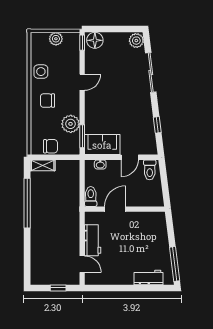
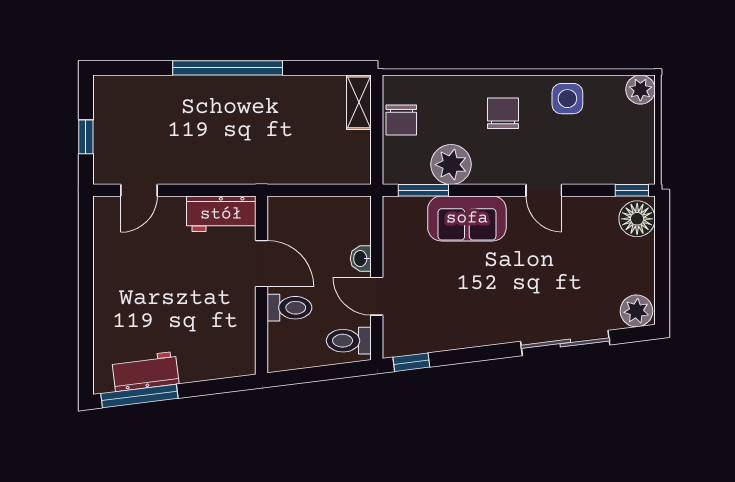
plant: (56, 39) -> (640, 90), moved
window: (157, 125) -> (411, 362), moved
sofa: (102, 145) -> (467, 218), moved, turned 90
washbasin: (100, 164) -> (361, 259), moved
toilet: (91, 196) -> (289, 308), moved
window: (27, 203) -> (228, 68), moved
workbench: (93, 240) -> (221, 214), moved
workbench: (149, 277) -> (145, 372), moved, turned -97

